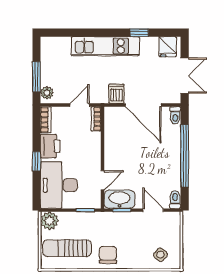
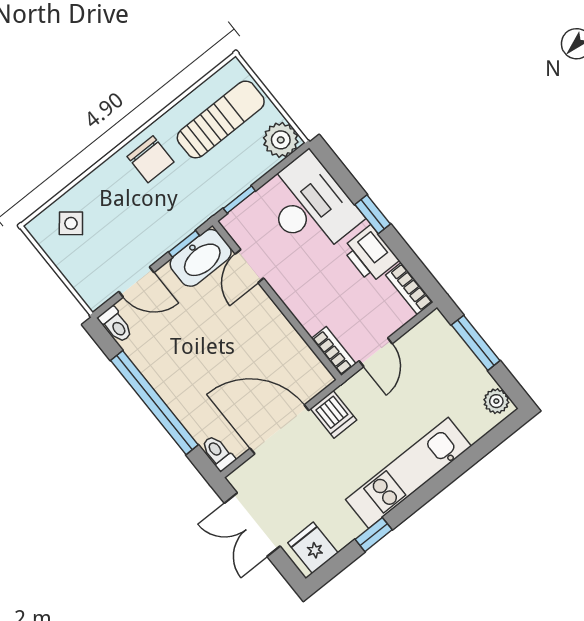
plant: (47, 93) -> (496, 401), moved

